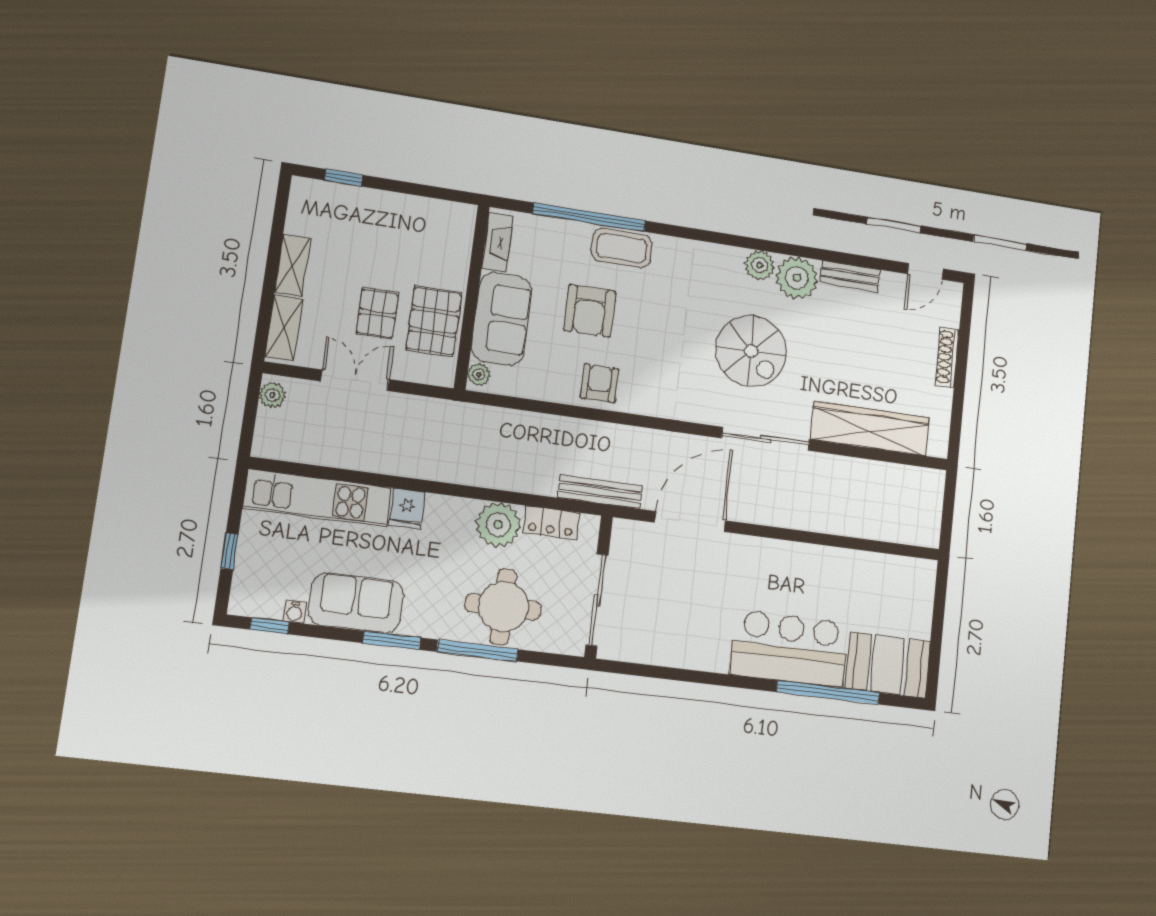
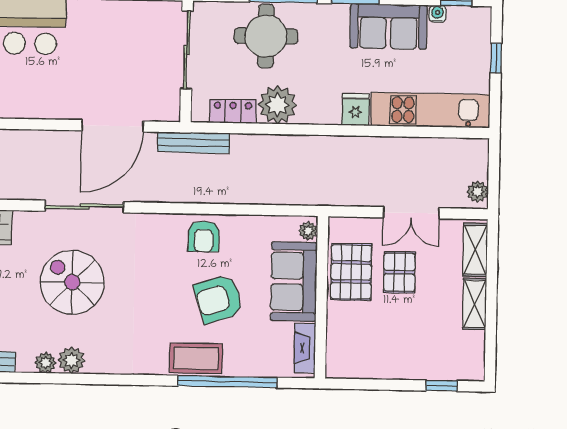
plant: (797, 278) -> (46, 363), width x0.53, depth x0.53
armchair: (590, 311) -> (219, 299), turned -108
sliding door: (766, 439) -> (84, 206), moved

